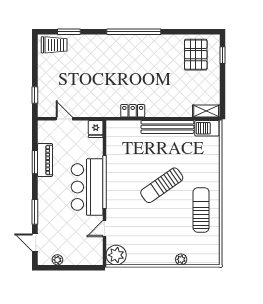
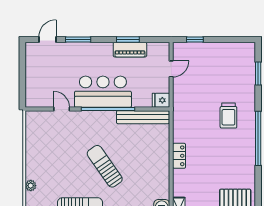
trolley: (54, 45) -> (228, 115), moved
locker: (133, 111) -> (179, 156), moved
bench: (167, 127) -> (143, 117), moved, turned 90
plant: (116, 255) -> (35, 121), removed
plant: (57, 260) -> (30, 62), removed

